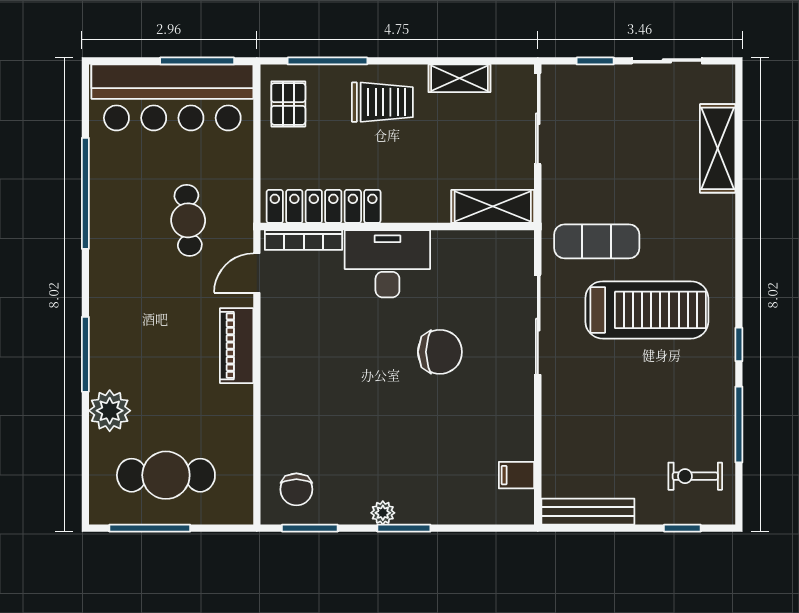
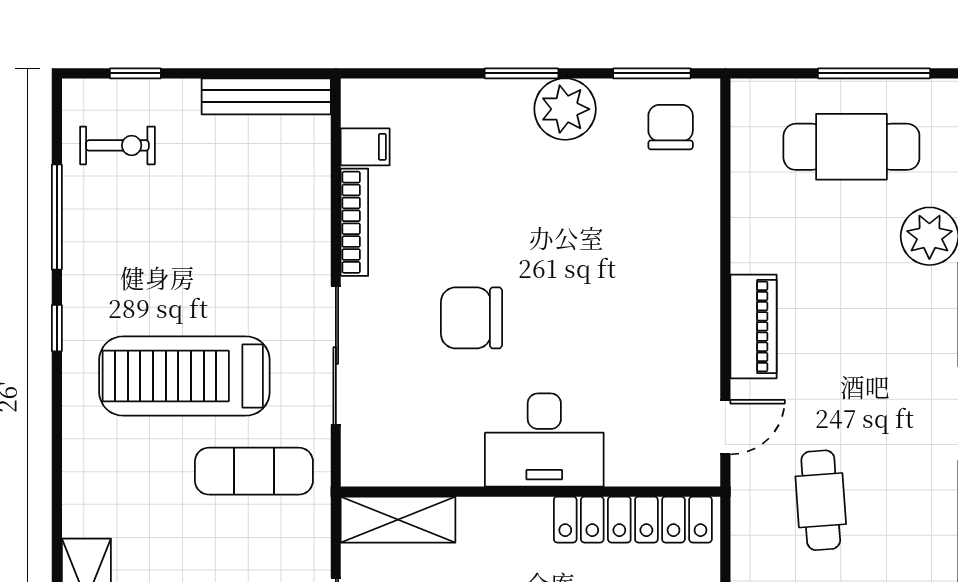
bookcase: (304, 240) -> (354, 222), moved, turned 90
plant: (383, 513) -> (565, 109), width x1.87, depth x1.87

